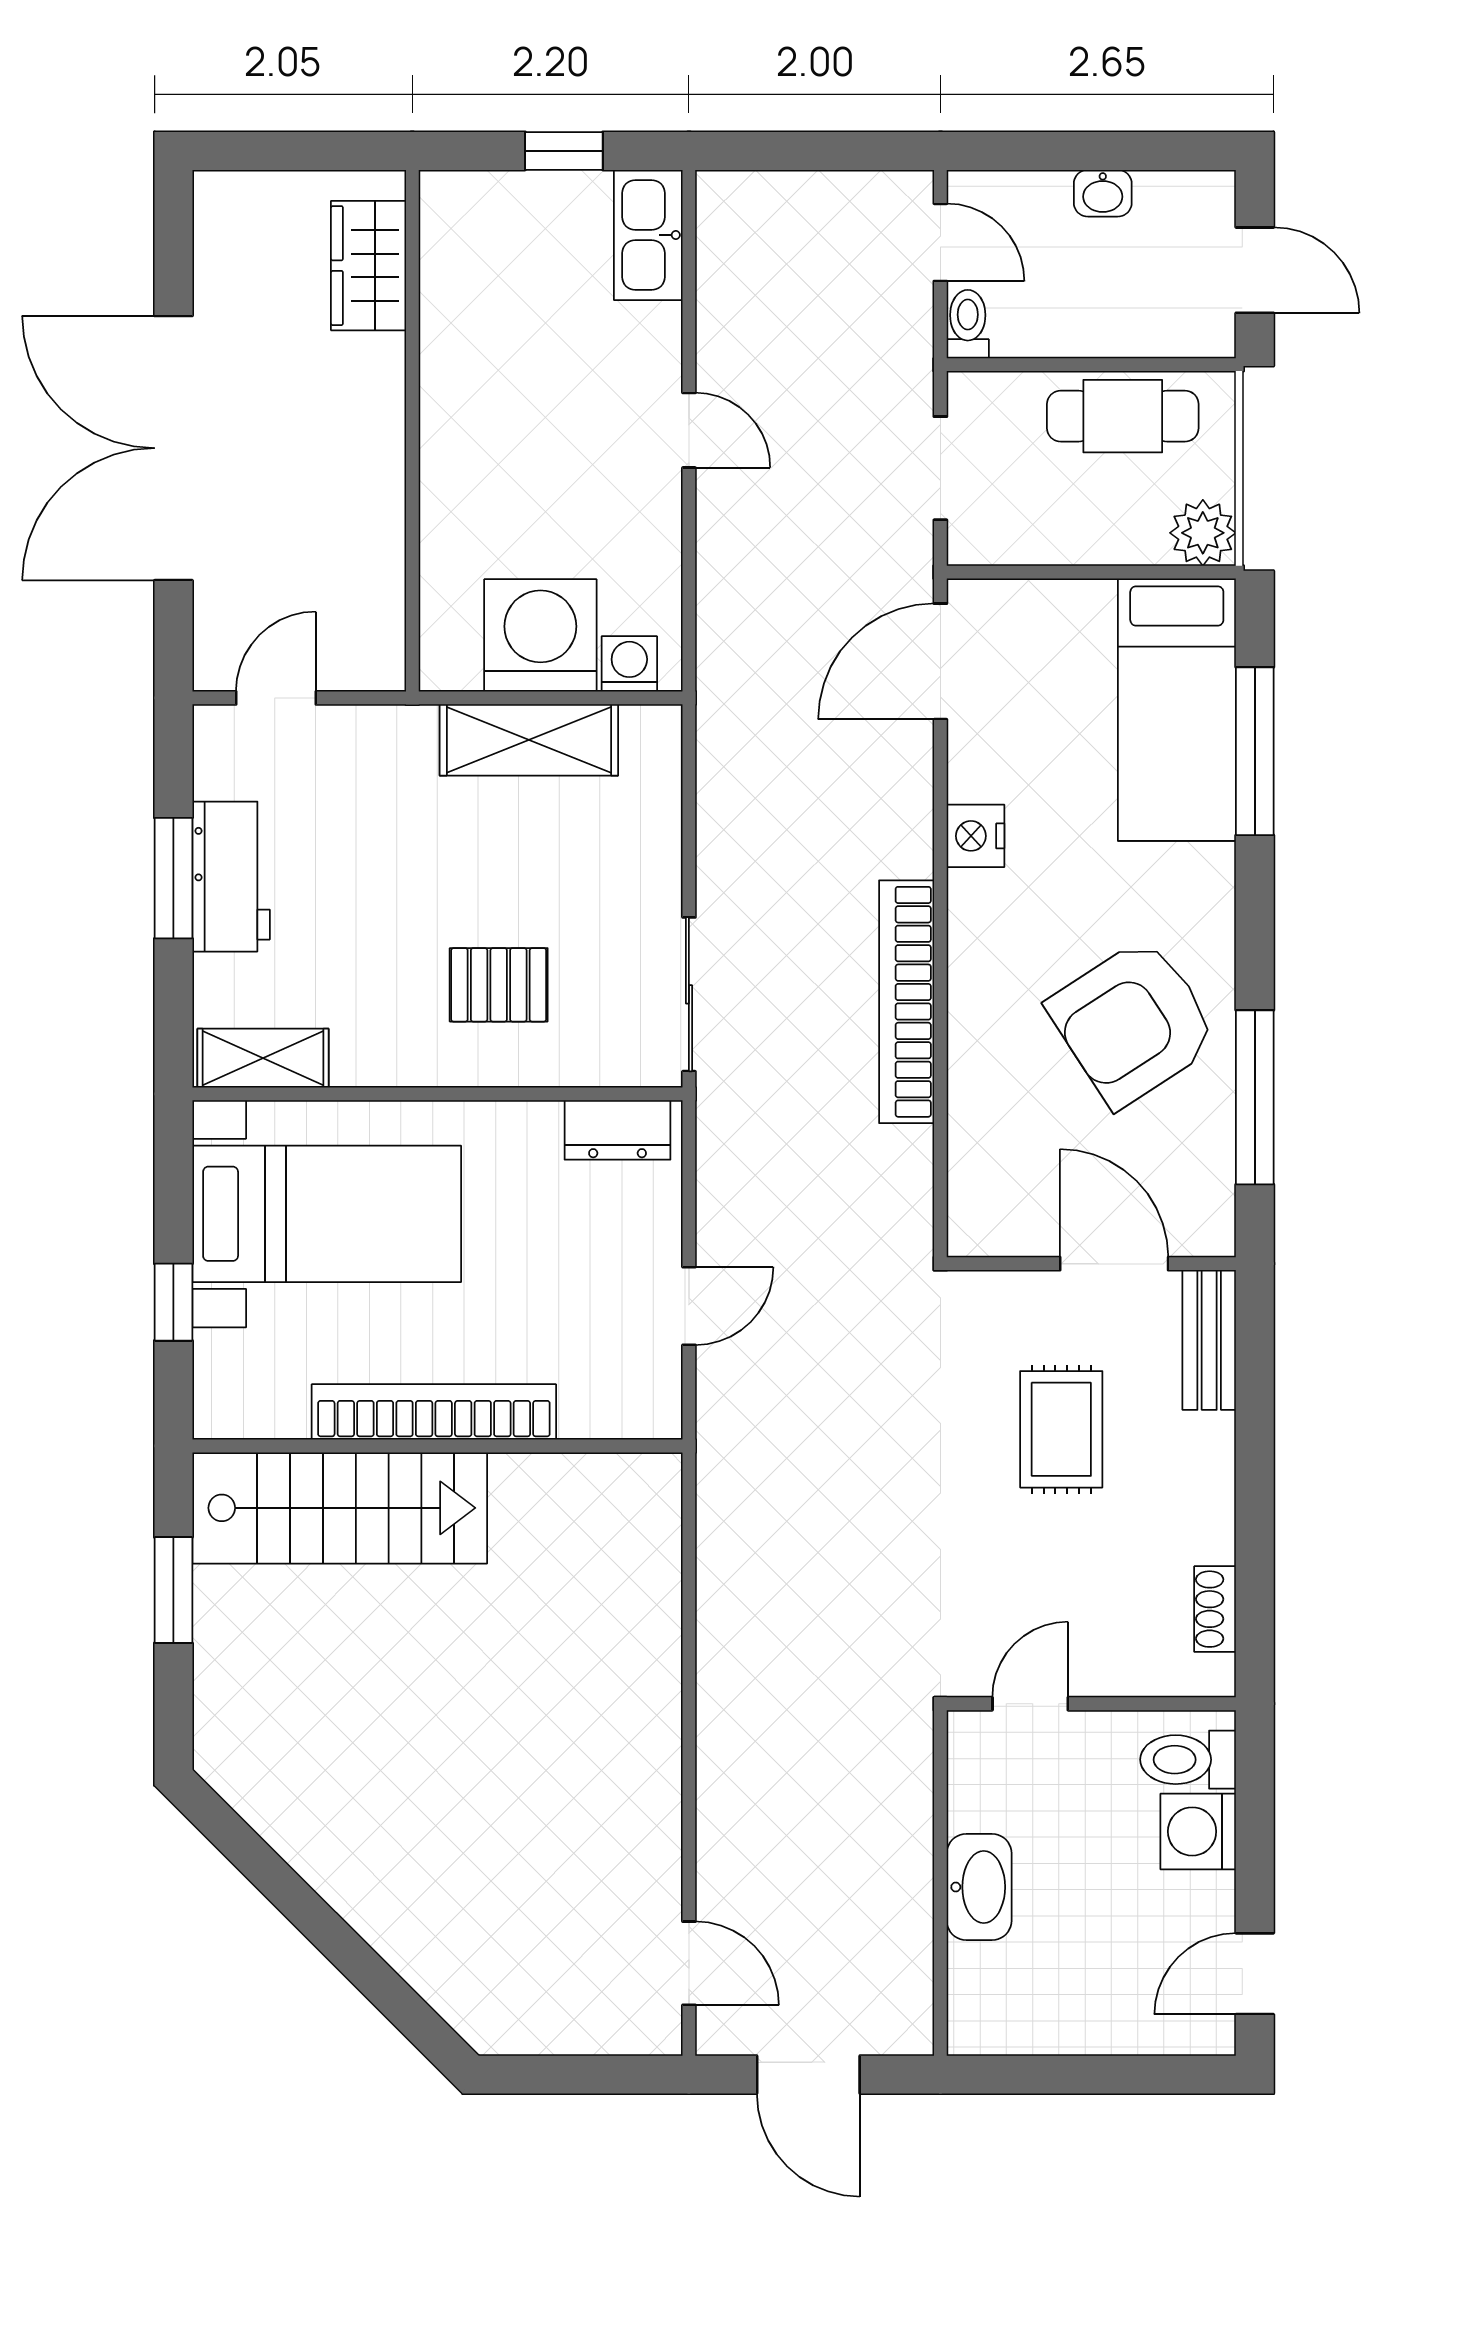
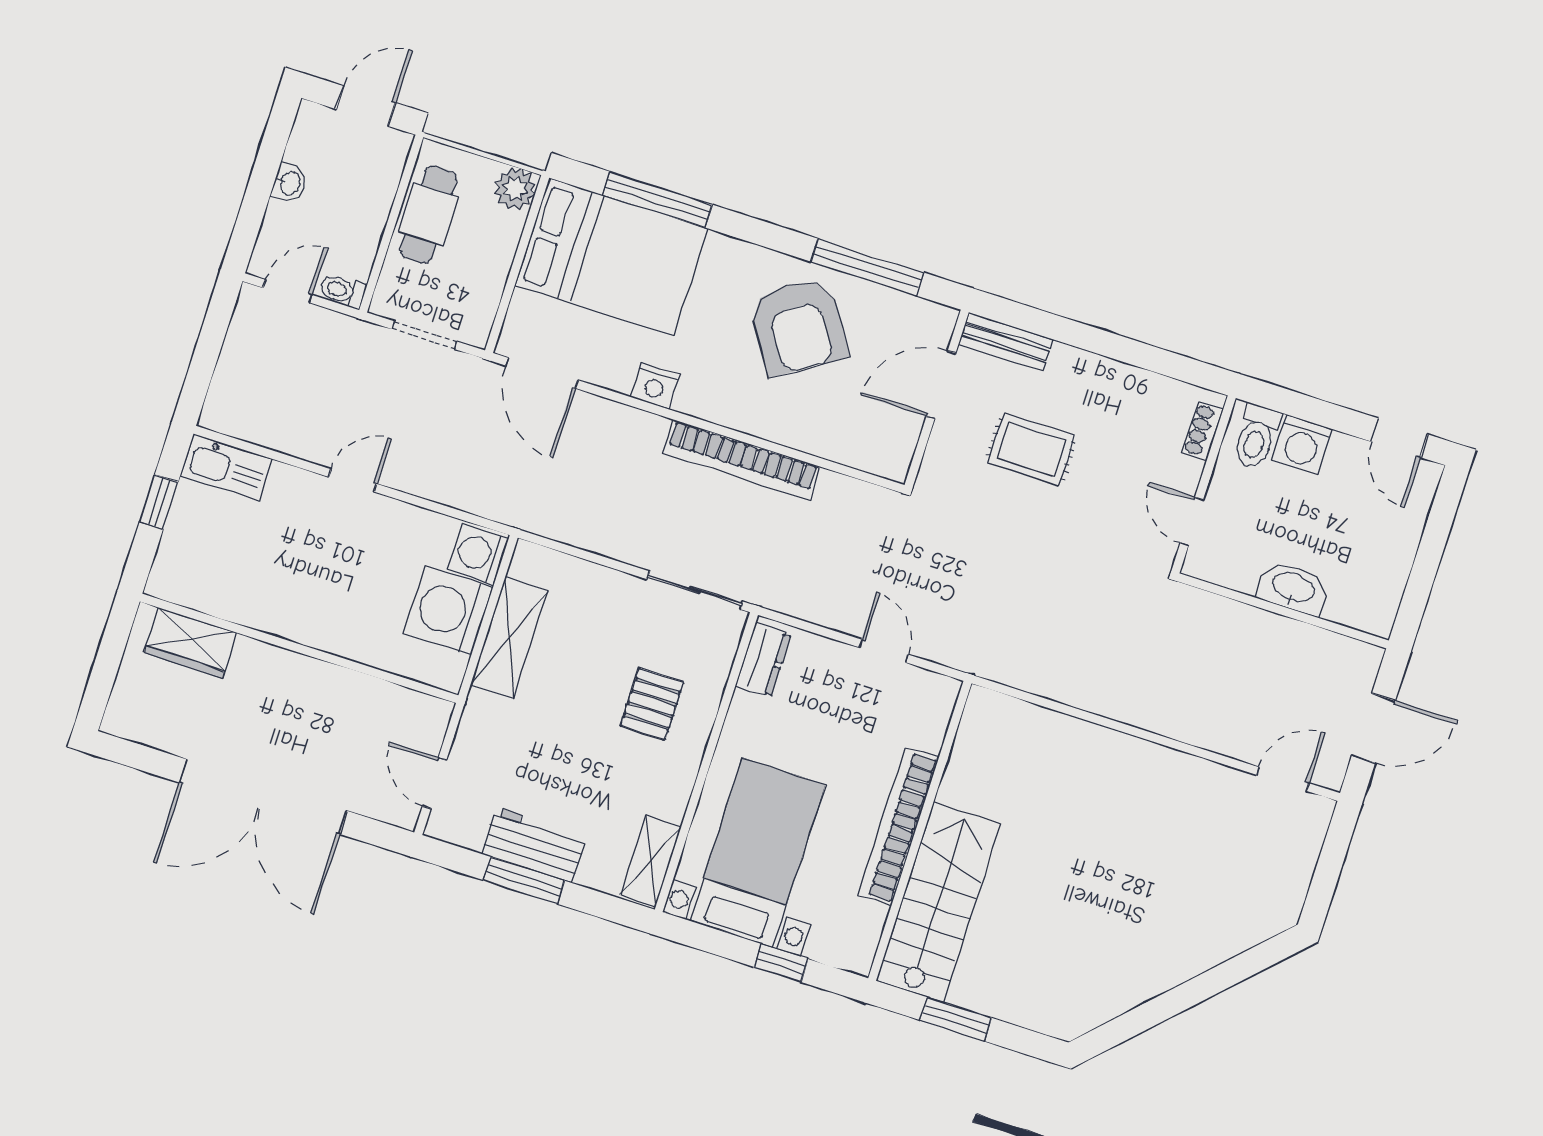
washing machine: (629, 664) -> (478, 554), width x1.38, depth x1.38
bed: (1177, 710) -> (611, 257), width x1.50
shoe rack: (1215, 1609) -> (1203, 431), moved, turned 90

